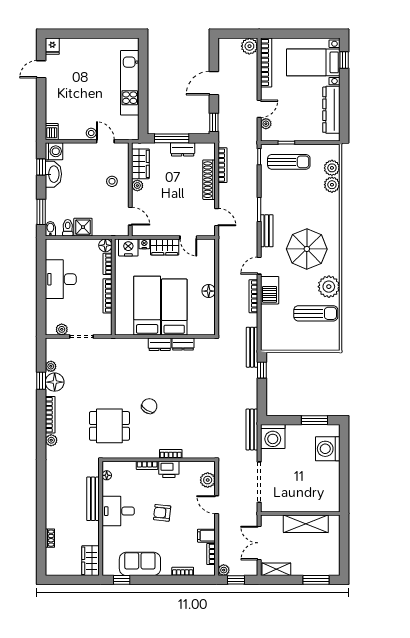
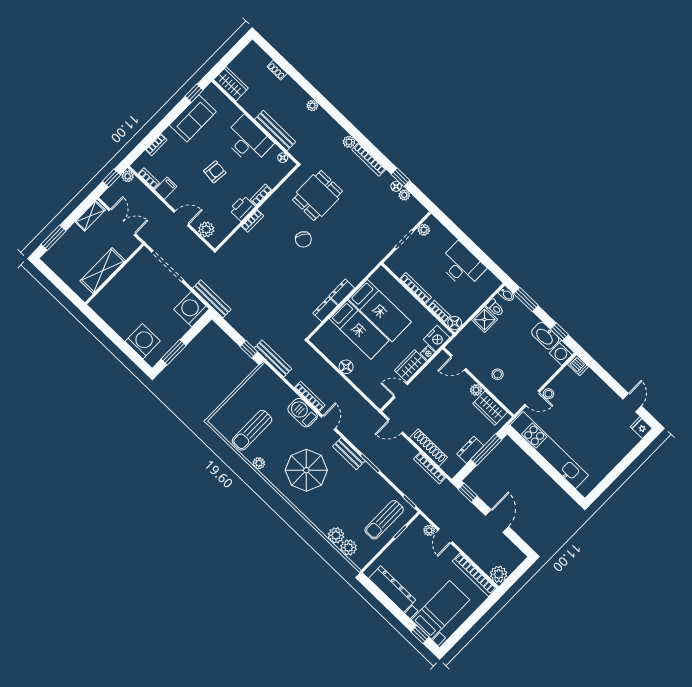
kitchen unit: (130, 83) -> (549, 450), width x1.36
plant: (329, 287) -> (259, 463), width x0.53, depth x0.53
floor lamp: (55, 382) -> (396, 186), width x0.53, depth x0.53
plant: (51, 490) -> (312, 106), added
desk: (118, 511) -> (248, 140), width x1.37

